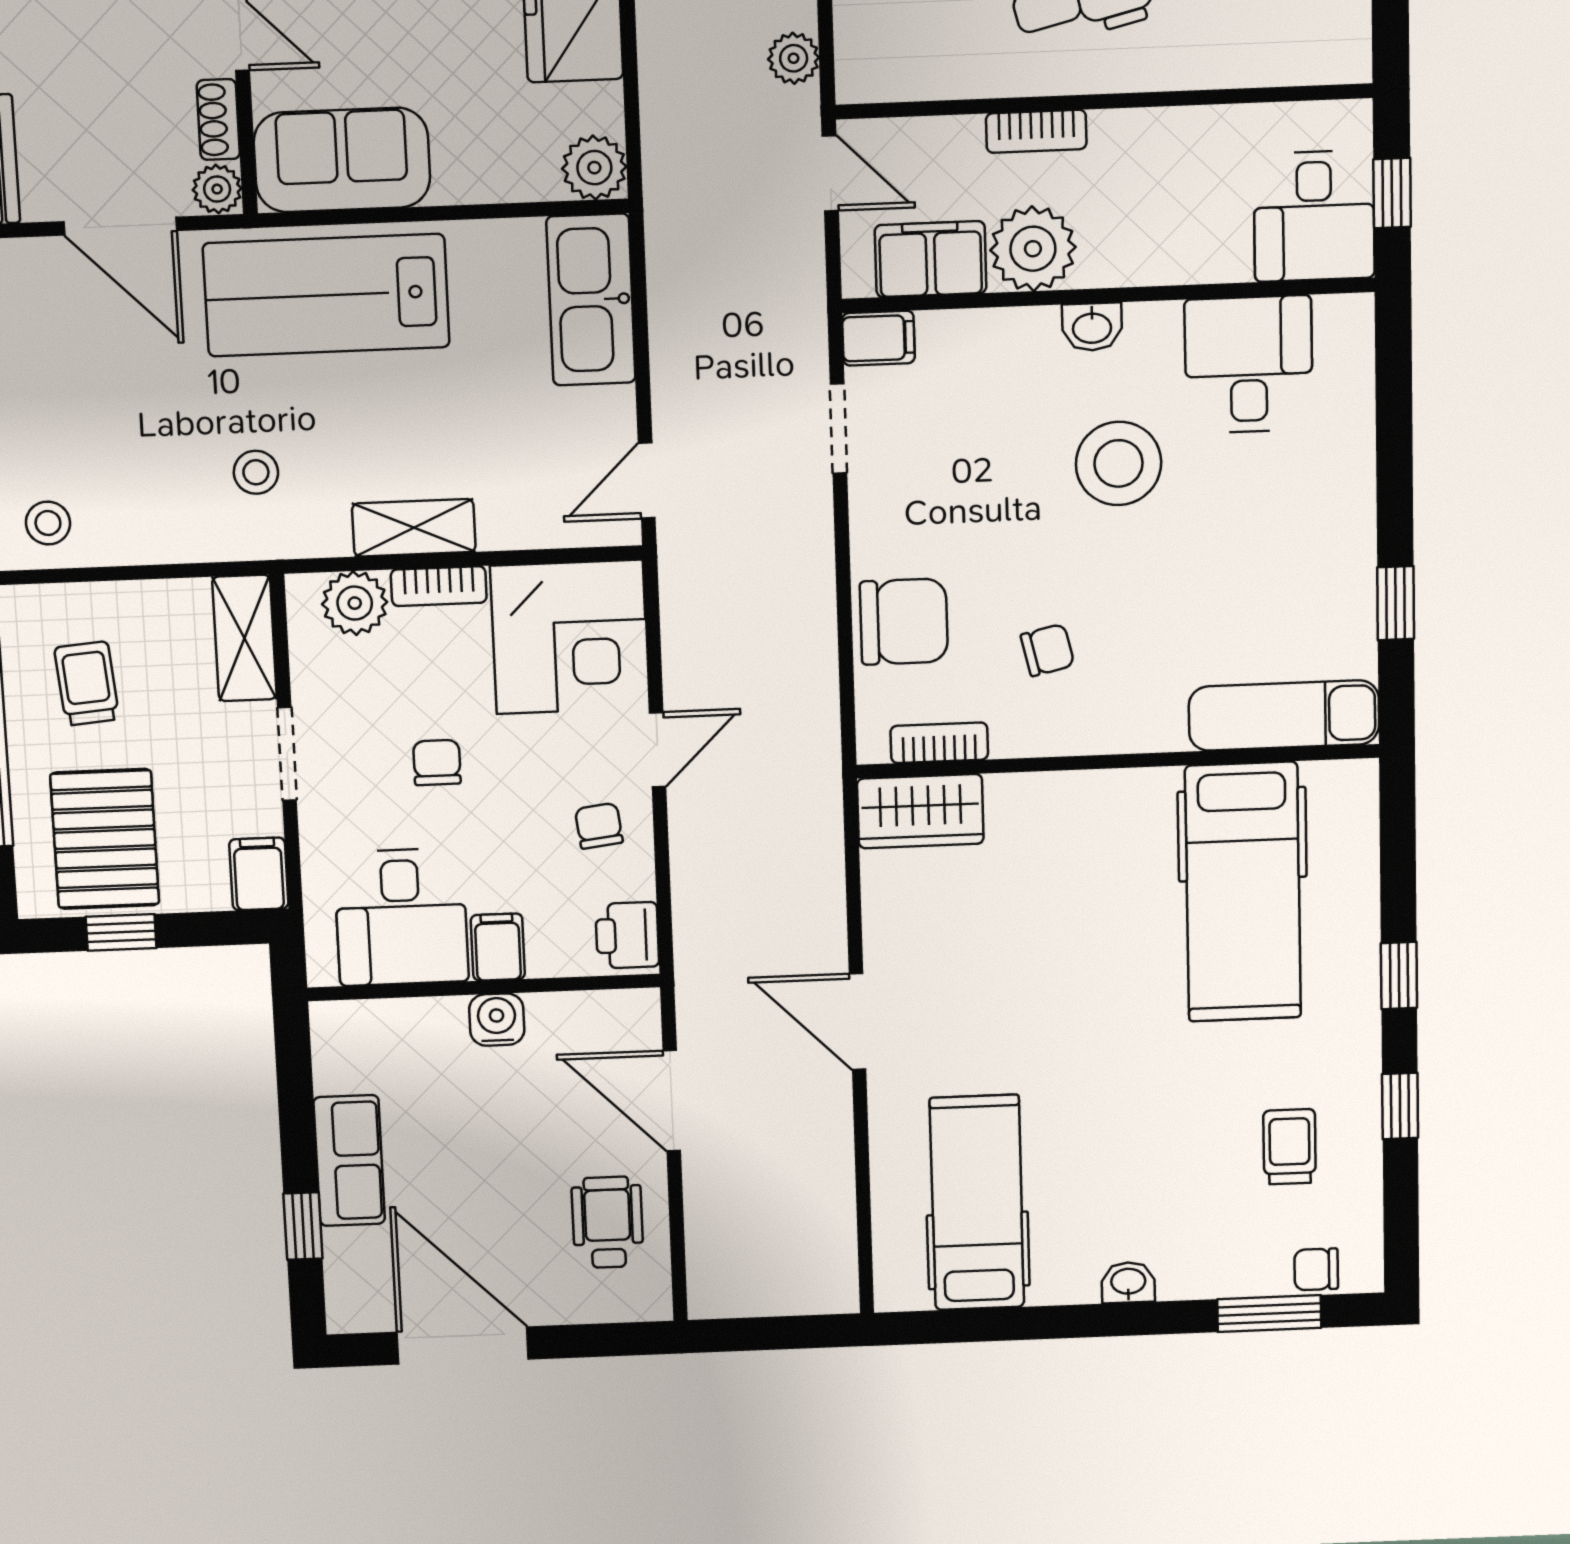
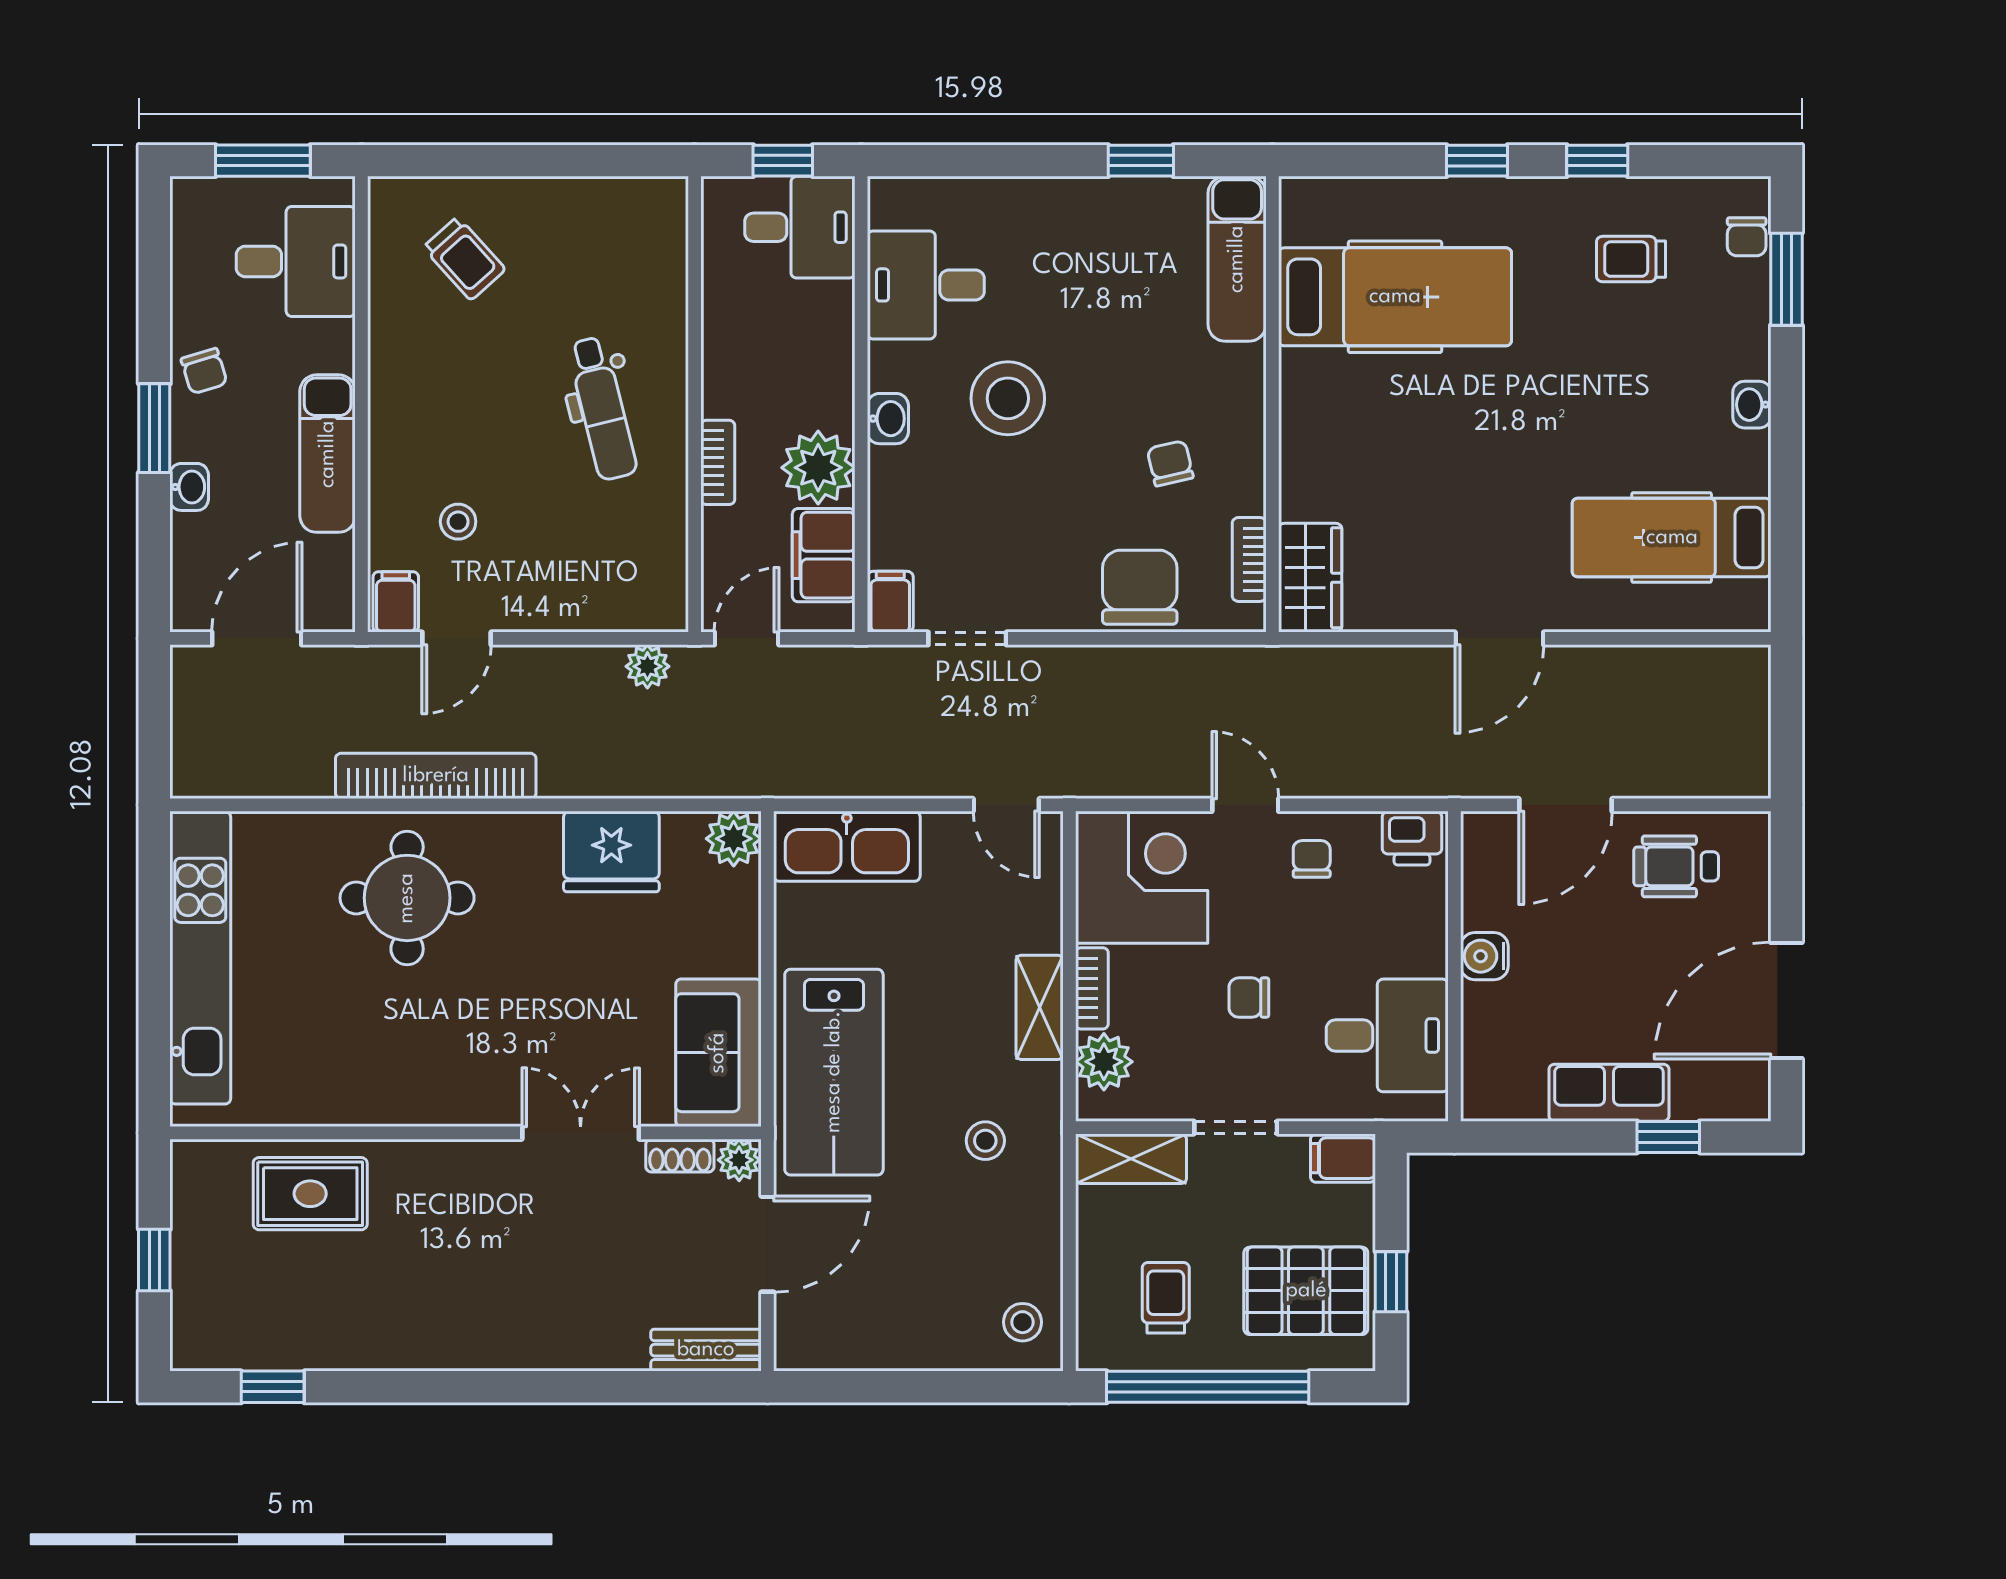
trolley: (87, 683) -> (1166, 1298), turned 95
chair: (599, 826) -> (1312, 859), turned 97
filing cabinet: (498, 947) -> (1418, 952), removed

